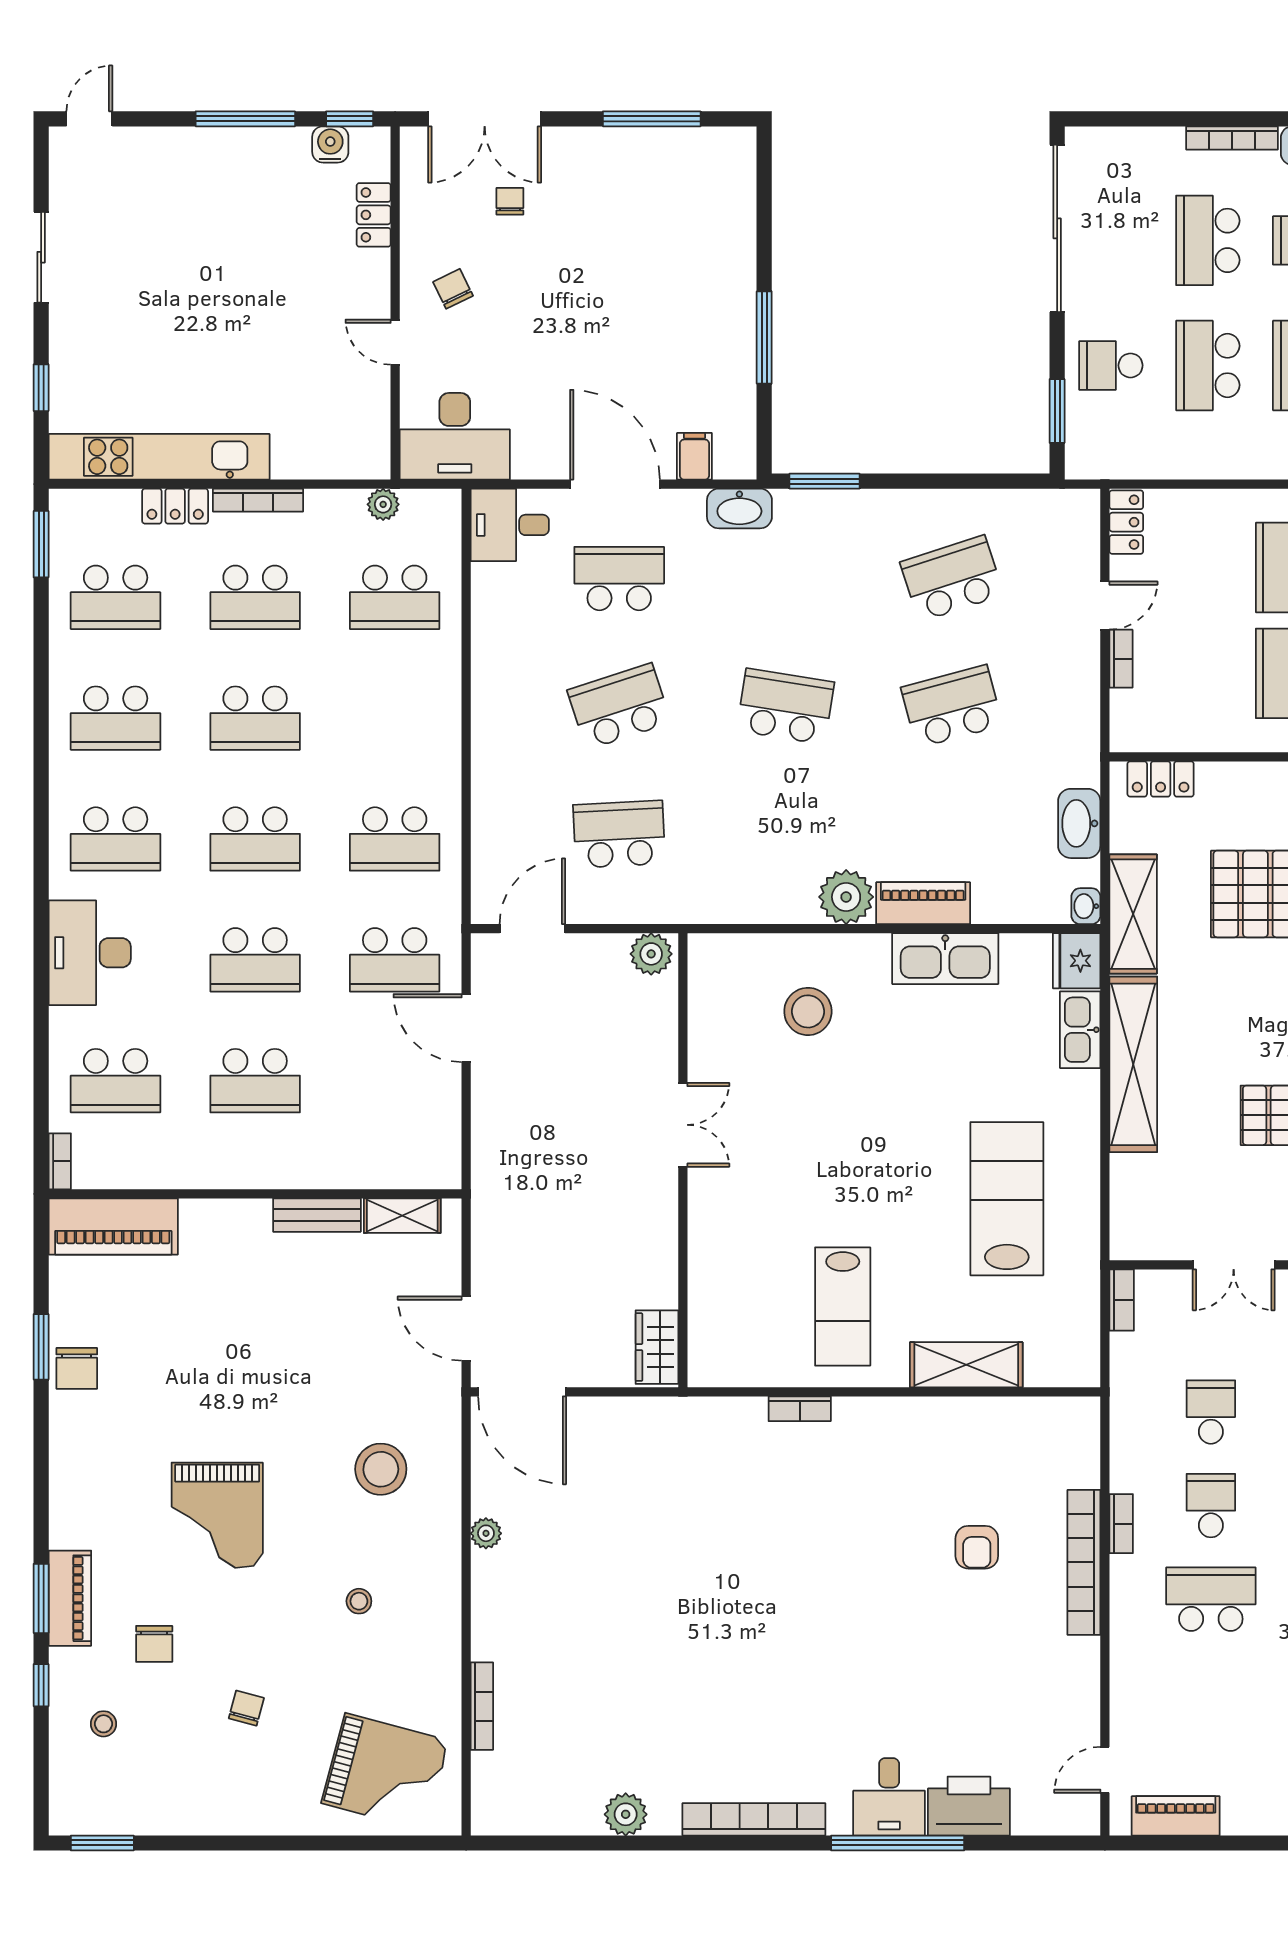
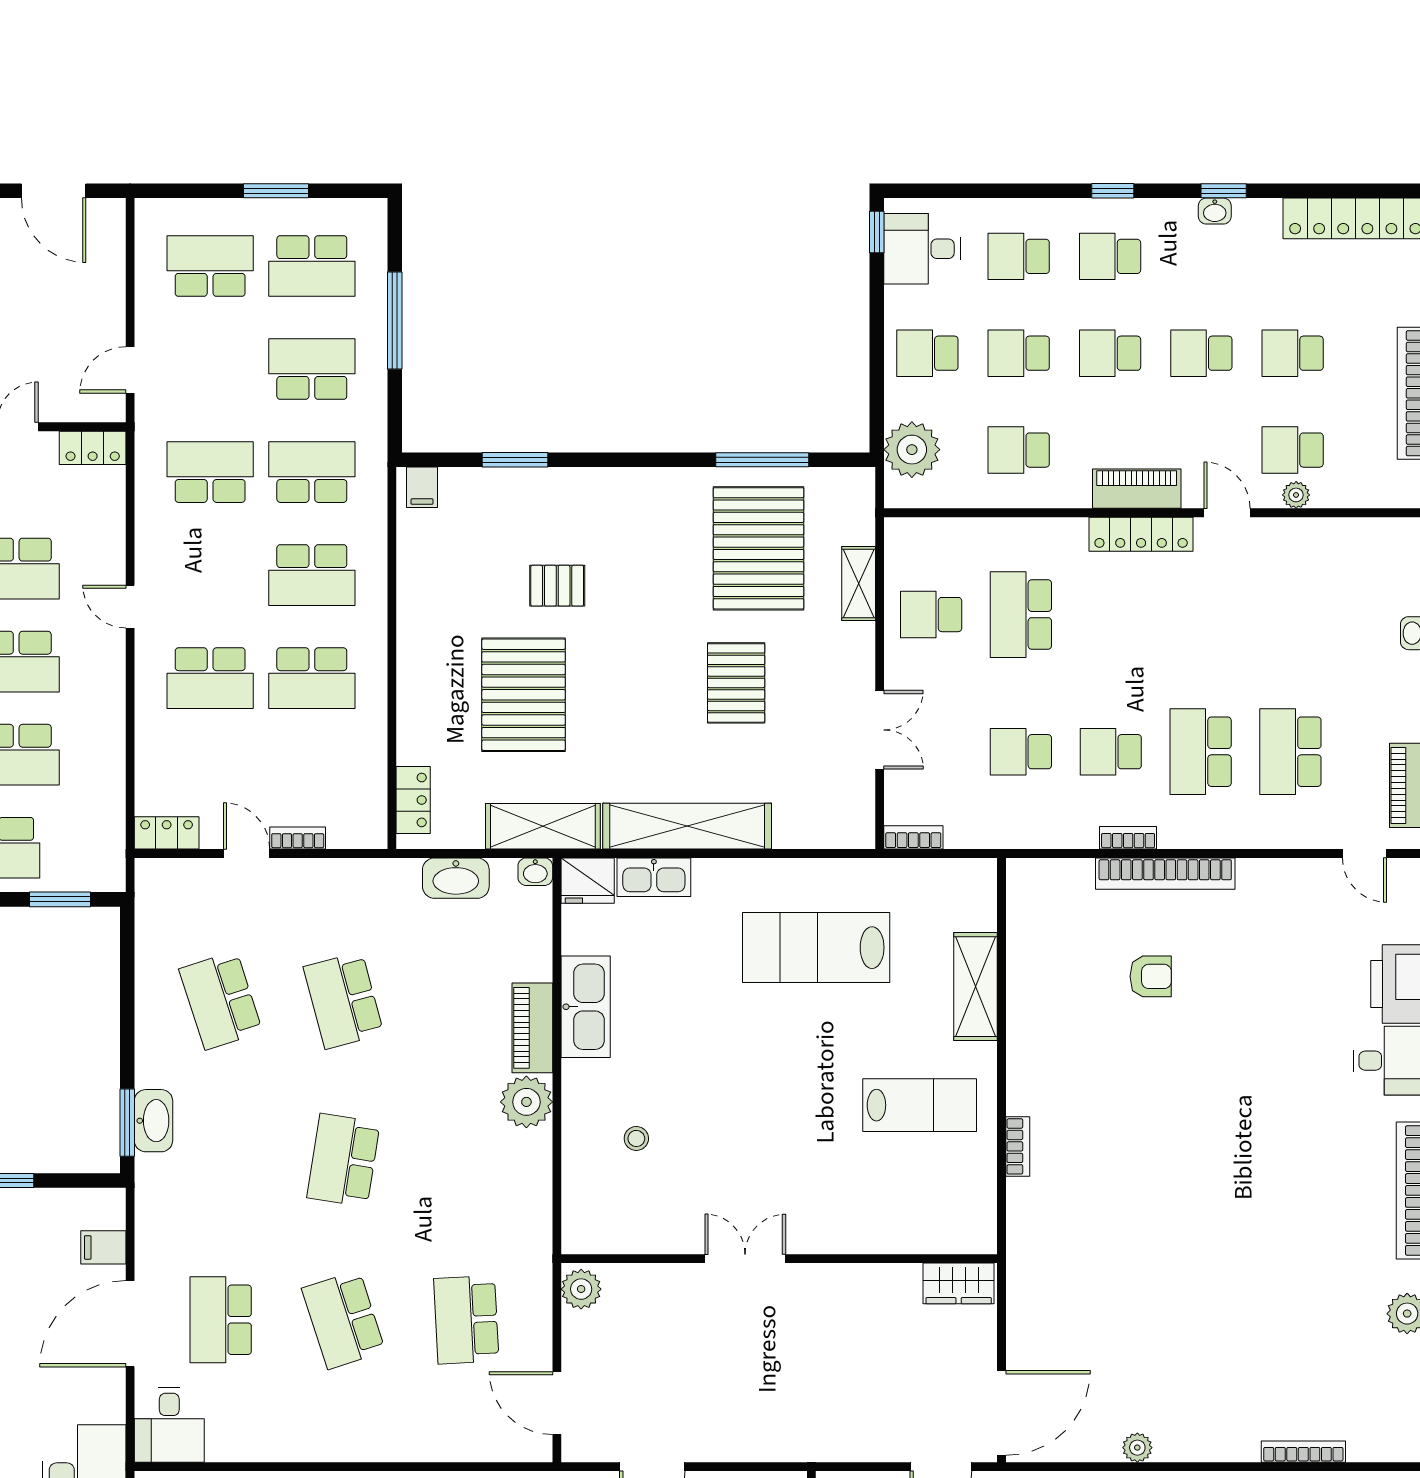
washbasin: (739, 508) -> (153, 1121), moved
stool: (808, 1011) -> (636, 1138), width x0.53, depth x0.53
school desk: (1211, 1693) -> (1290, 752), added

